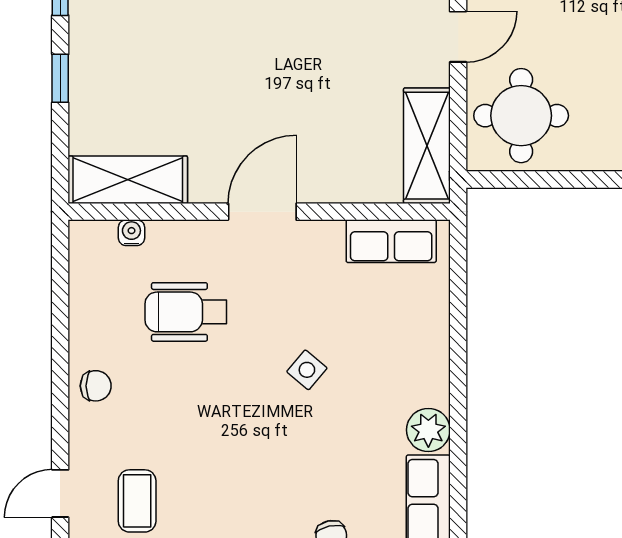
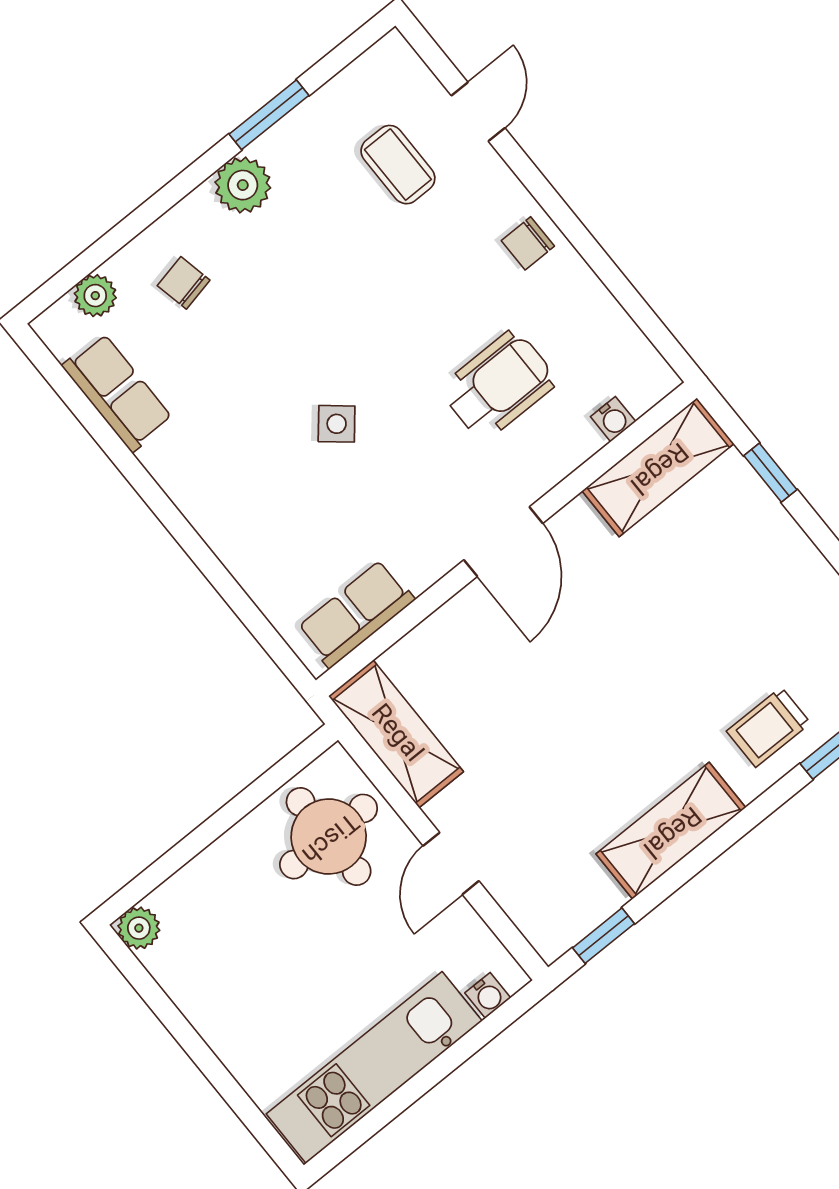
window: (60, 78) -> (770, 473), moved
plant: (428, 430) -> (172, 461), removed

